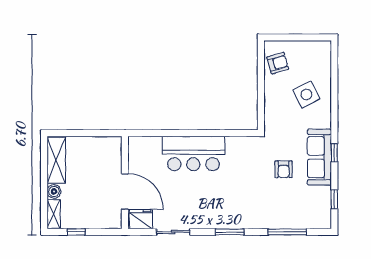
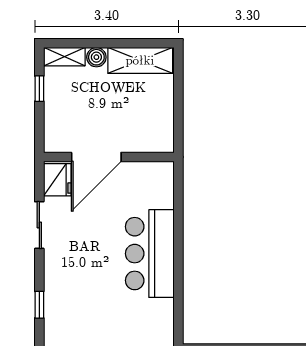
window: (230, 232) -> (39, 305), width x0.67

